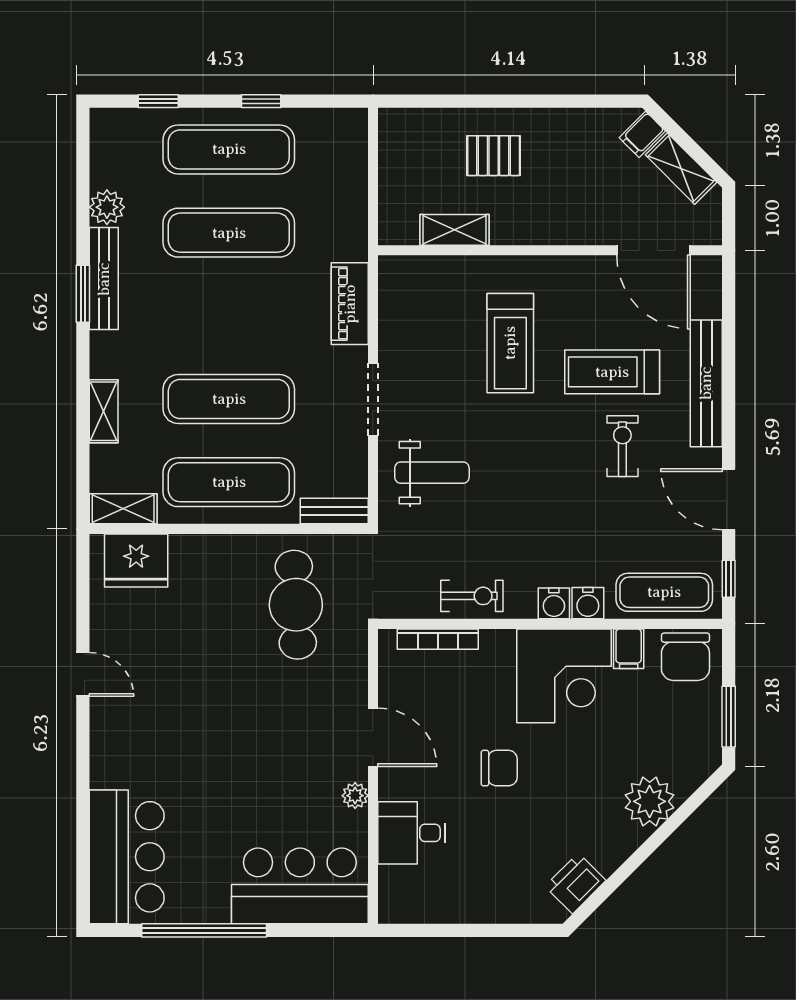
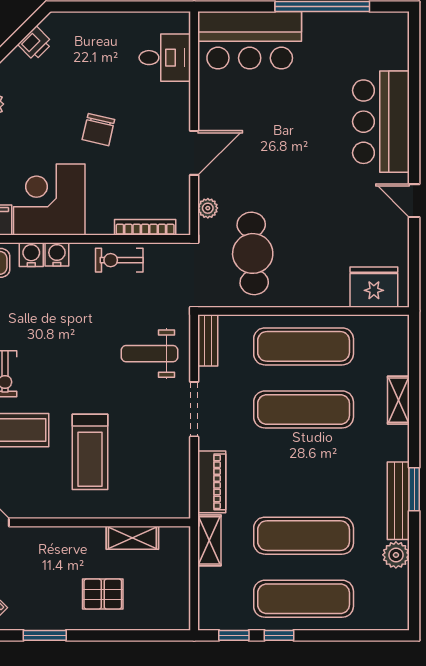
window: (158, 101) -> (234, 635), moved
window: (570, 101) -> (45, 635), added
treadmill: (510, 343) -> (90, 452), turned 180
shelving: (123, 509) -> (209, 540), moved, turned 90
bench: (334, 511) -> (208, 340), moved, turned 90
door: (373, 737) -> (194, 153), swing flipped
chair: (499, 768) -> (98, 130), turned -77
plant: (355, 796) -> (208, 208), moved
desk: (412, 833) -> (165, 58), moved
bar counter: (127, 857) -> (381, 122), moved
printer: (575, 883) -> (35, 44), width x0.73, depth x0.81

